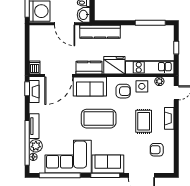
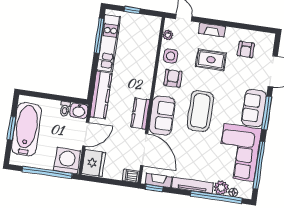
fridge: (114, 65) -> (94, 163), moved, turned 180
kitchen unit: (150, 67) -> (109, 43), moved, turned 180
tv unit: (34, 126) -> (192, 185), width x1.41

